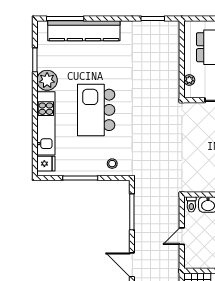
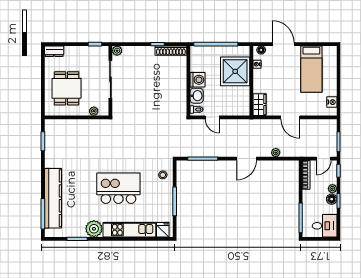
kitchen island: (96, 110) -> (118, 188), turned 180
door: (182, 236) -> (212, 117), moved

